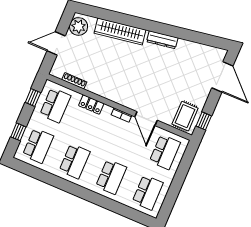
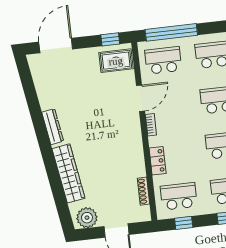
window: (183, 170) -> (171, 32), added

